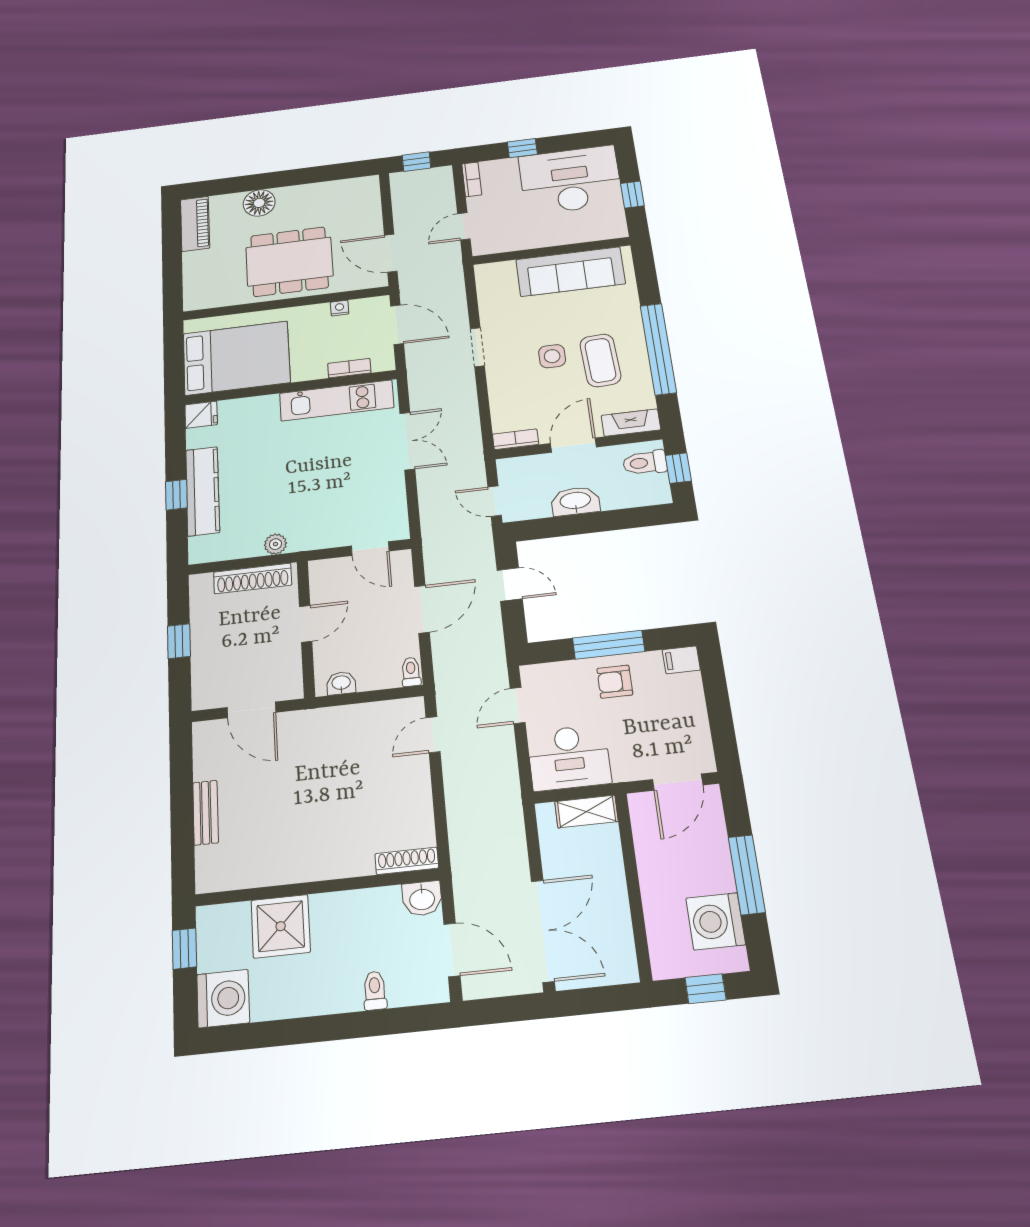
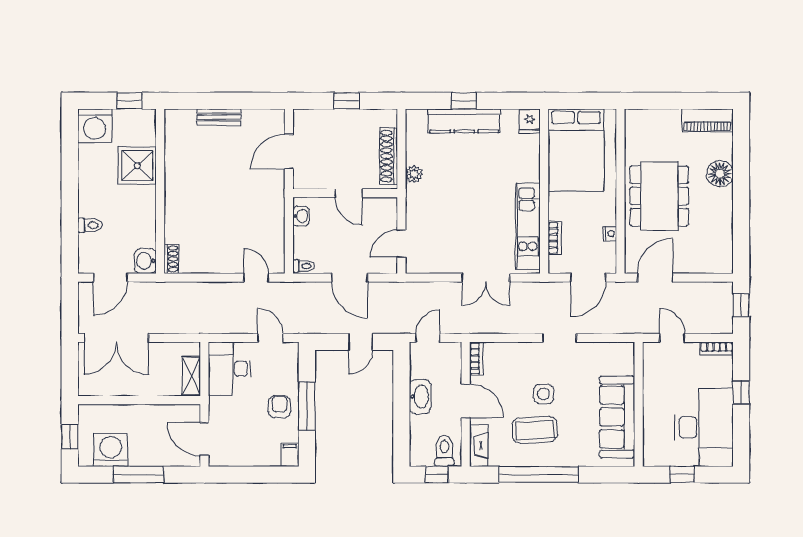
shoe rack: (407, 861) -> (171, 259), width x0.70

